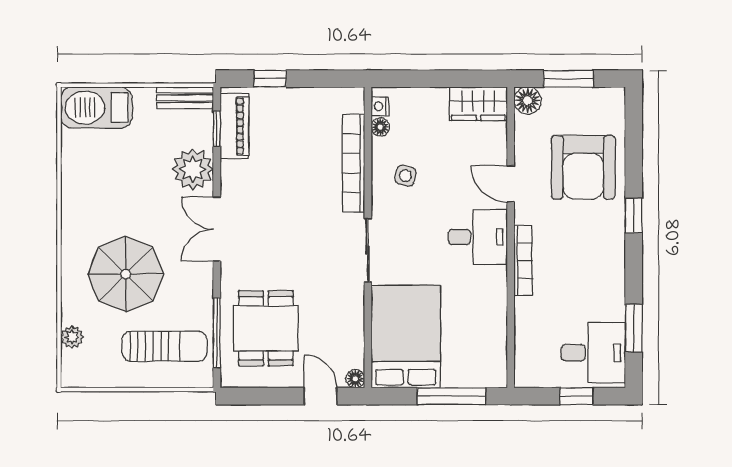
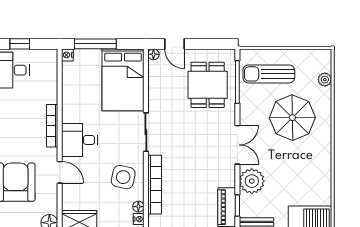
side table: (405, 176) -> (123, 177), width x1.87, depth x1.87
nightstand: (498, 378) -> (67, 55), added

